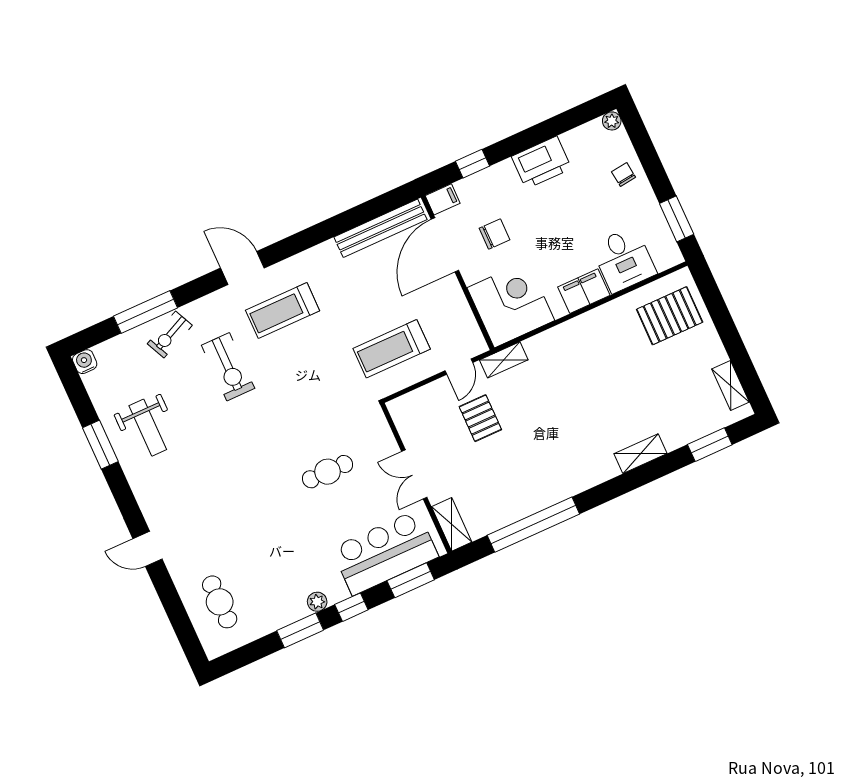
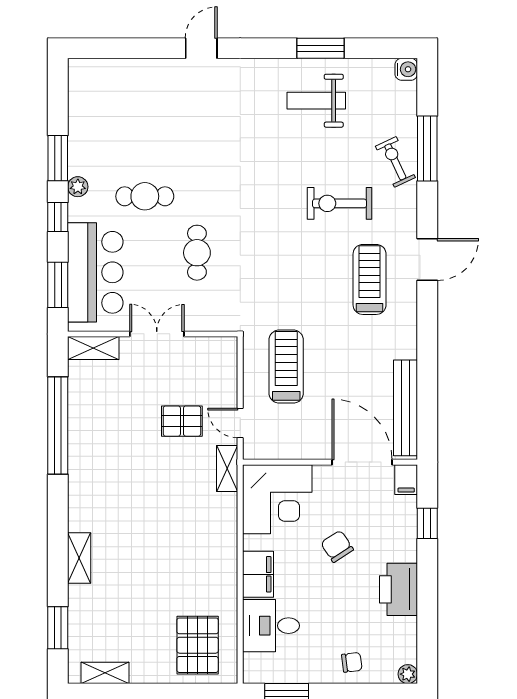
chair: (495, 234) -> (337, 546), moved, turned 147
cafe table: (220, 602) -> (145, 196), moved

